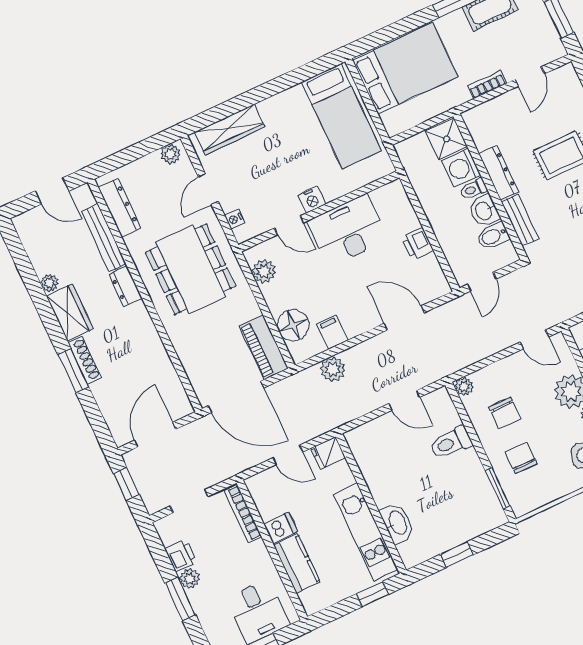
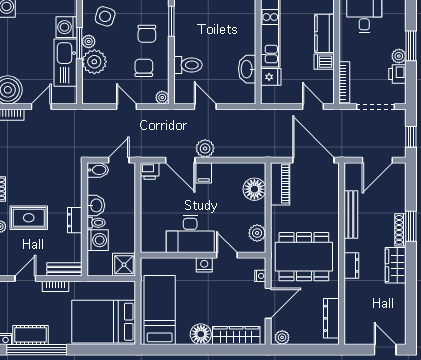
floor lamp: (275, 110) -> (201, 334), added
shower: (446, 139) -> (124, 265), moved
dresser: (499, 173) -> (75, 220), width x0.70
door: (208, 189) -> (268, 303), width x1.37
door: (52, 191) -> (385, 350), moved
bench: (520, 220) -> (64, 269), moved, turned 90
bidet: (493, 236) -> (98, 170), moved
bench: (104, 238) -> (351, 215), moved
printer: (418, 244) -> (150, 171), moved, turned 90
dining table: (191, 269) -> (304, 257), turned 90
plant: (50, 283) -> (400, 291), removed
filing cabinet: (332, 332) -> (204, 173), moved
door: (534, 339) -> (126, 107), moved
plant: (333, 369) -> (205, 148), moved
fridge: (328, 453) -> (271, 77), moved
door: (288, 455) -> (313, 107), moved
doorway: (189, 501) -> (376, 107), width x1.38
washbasin: (397, 523) -> (247, 69), moved

